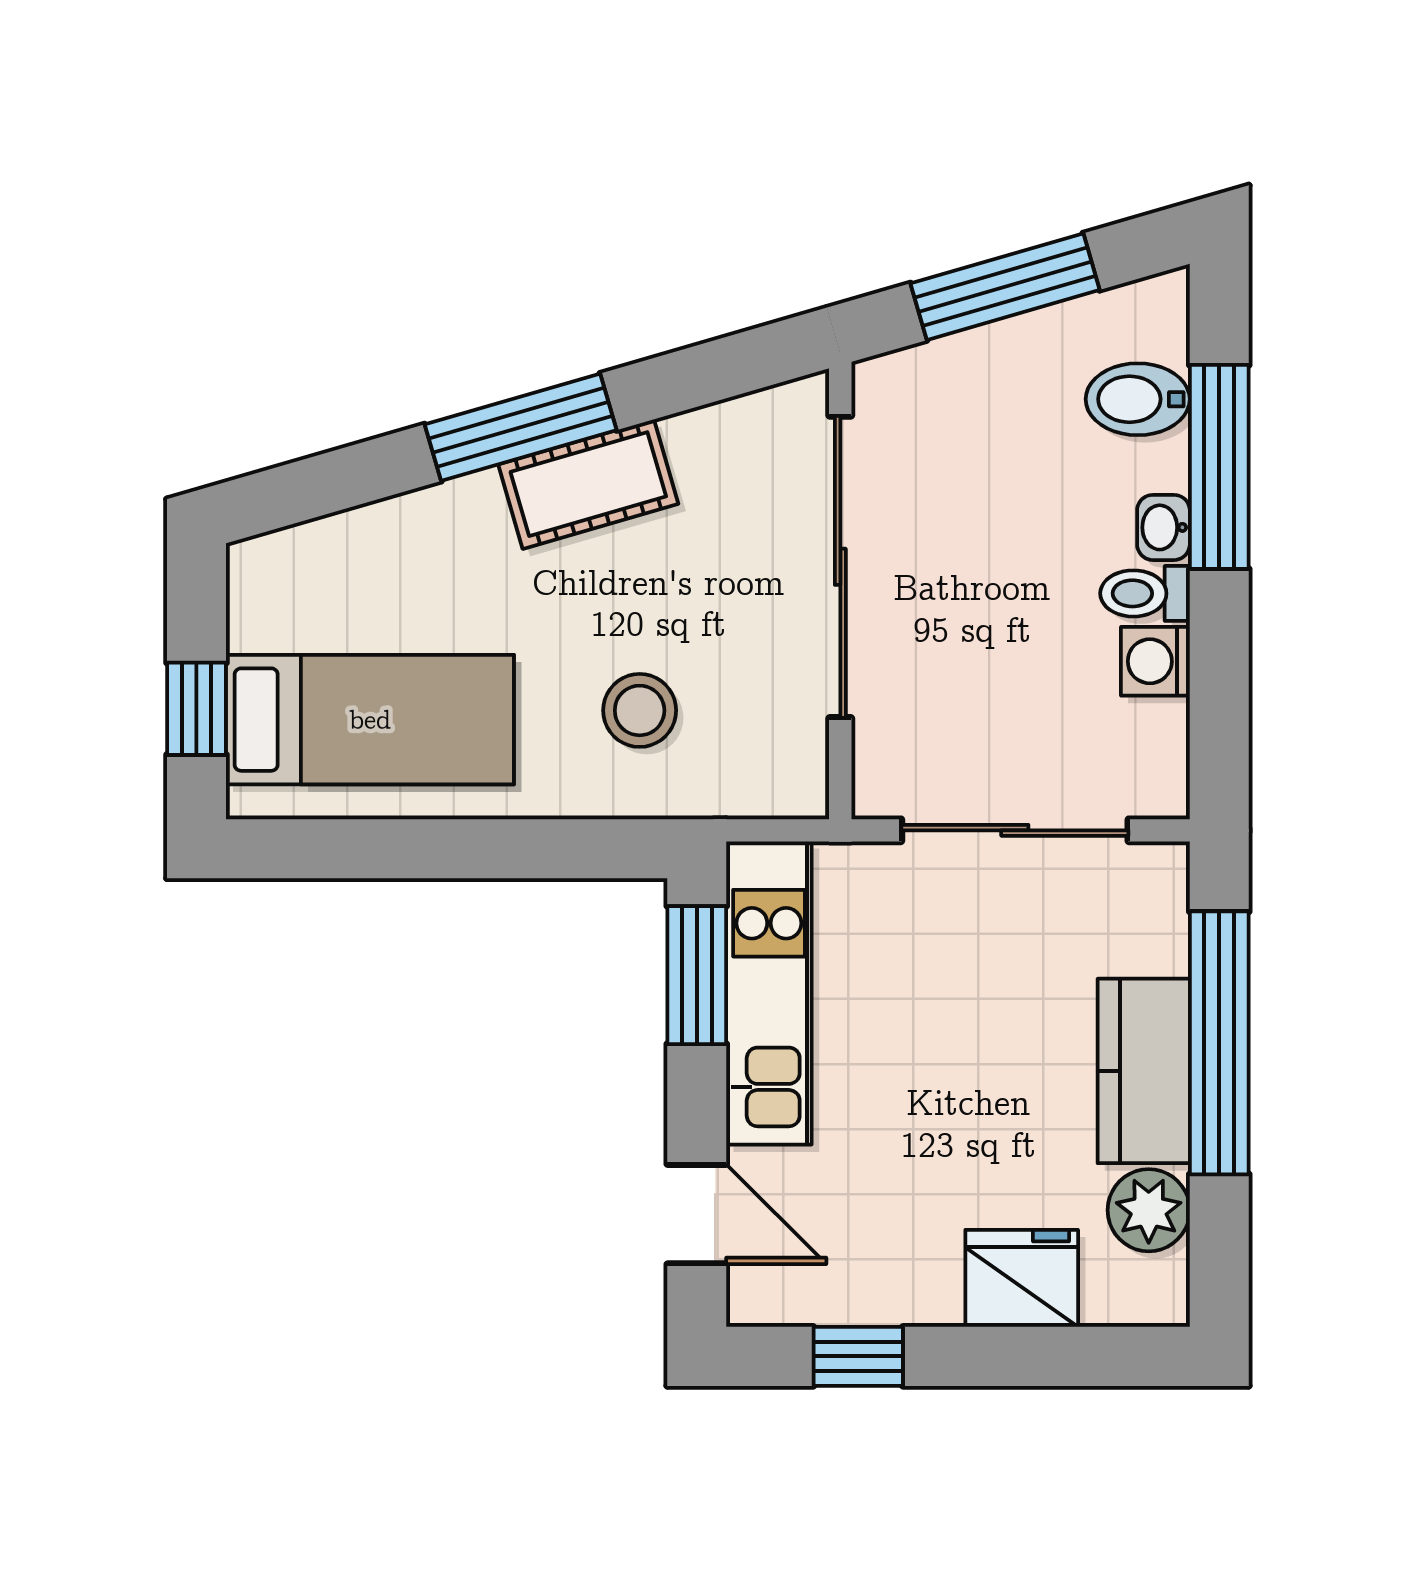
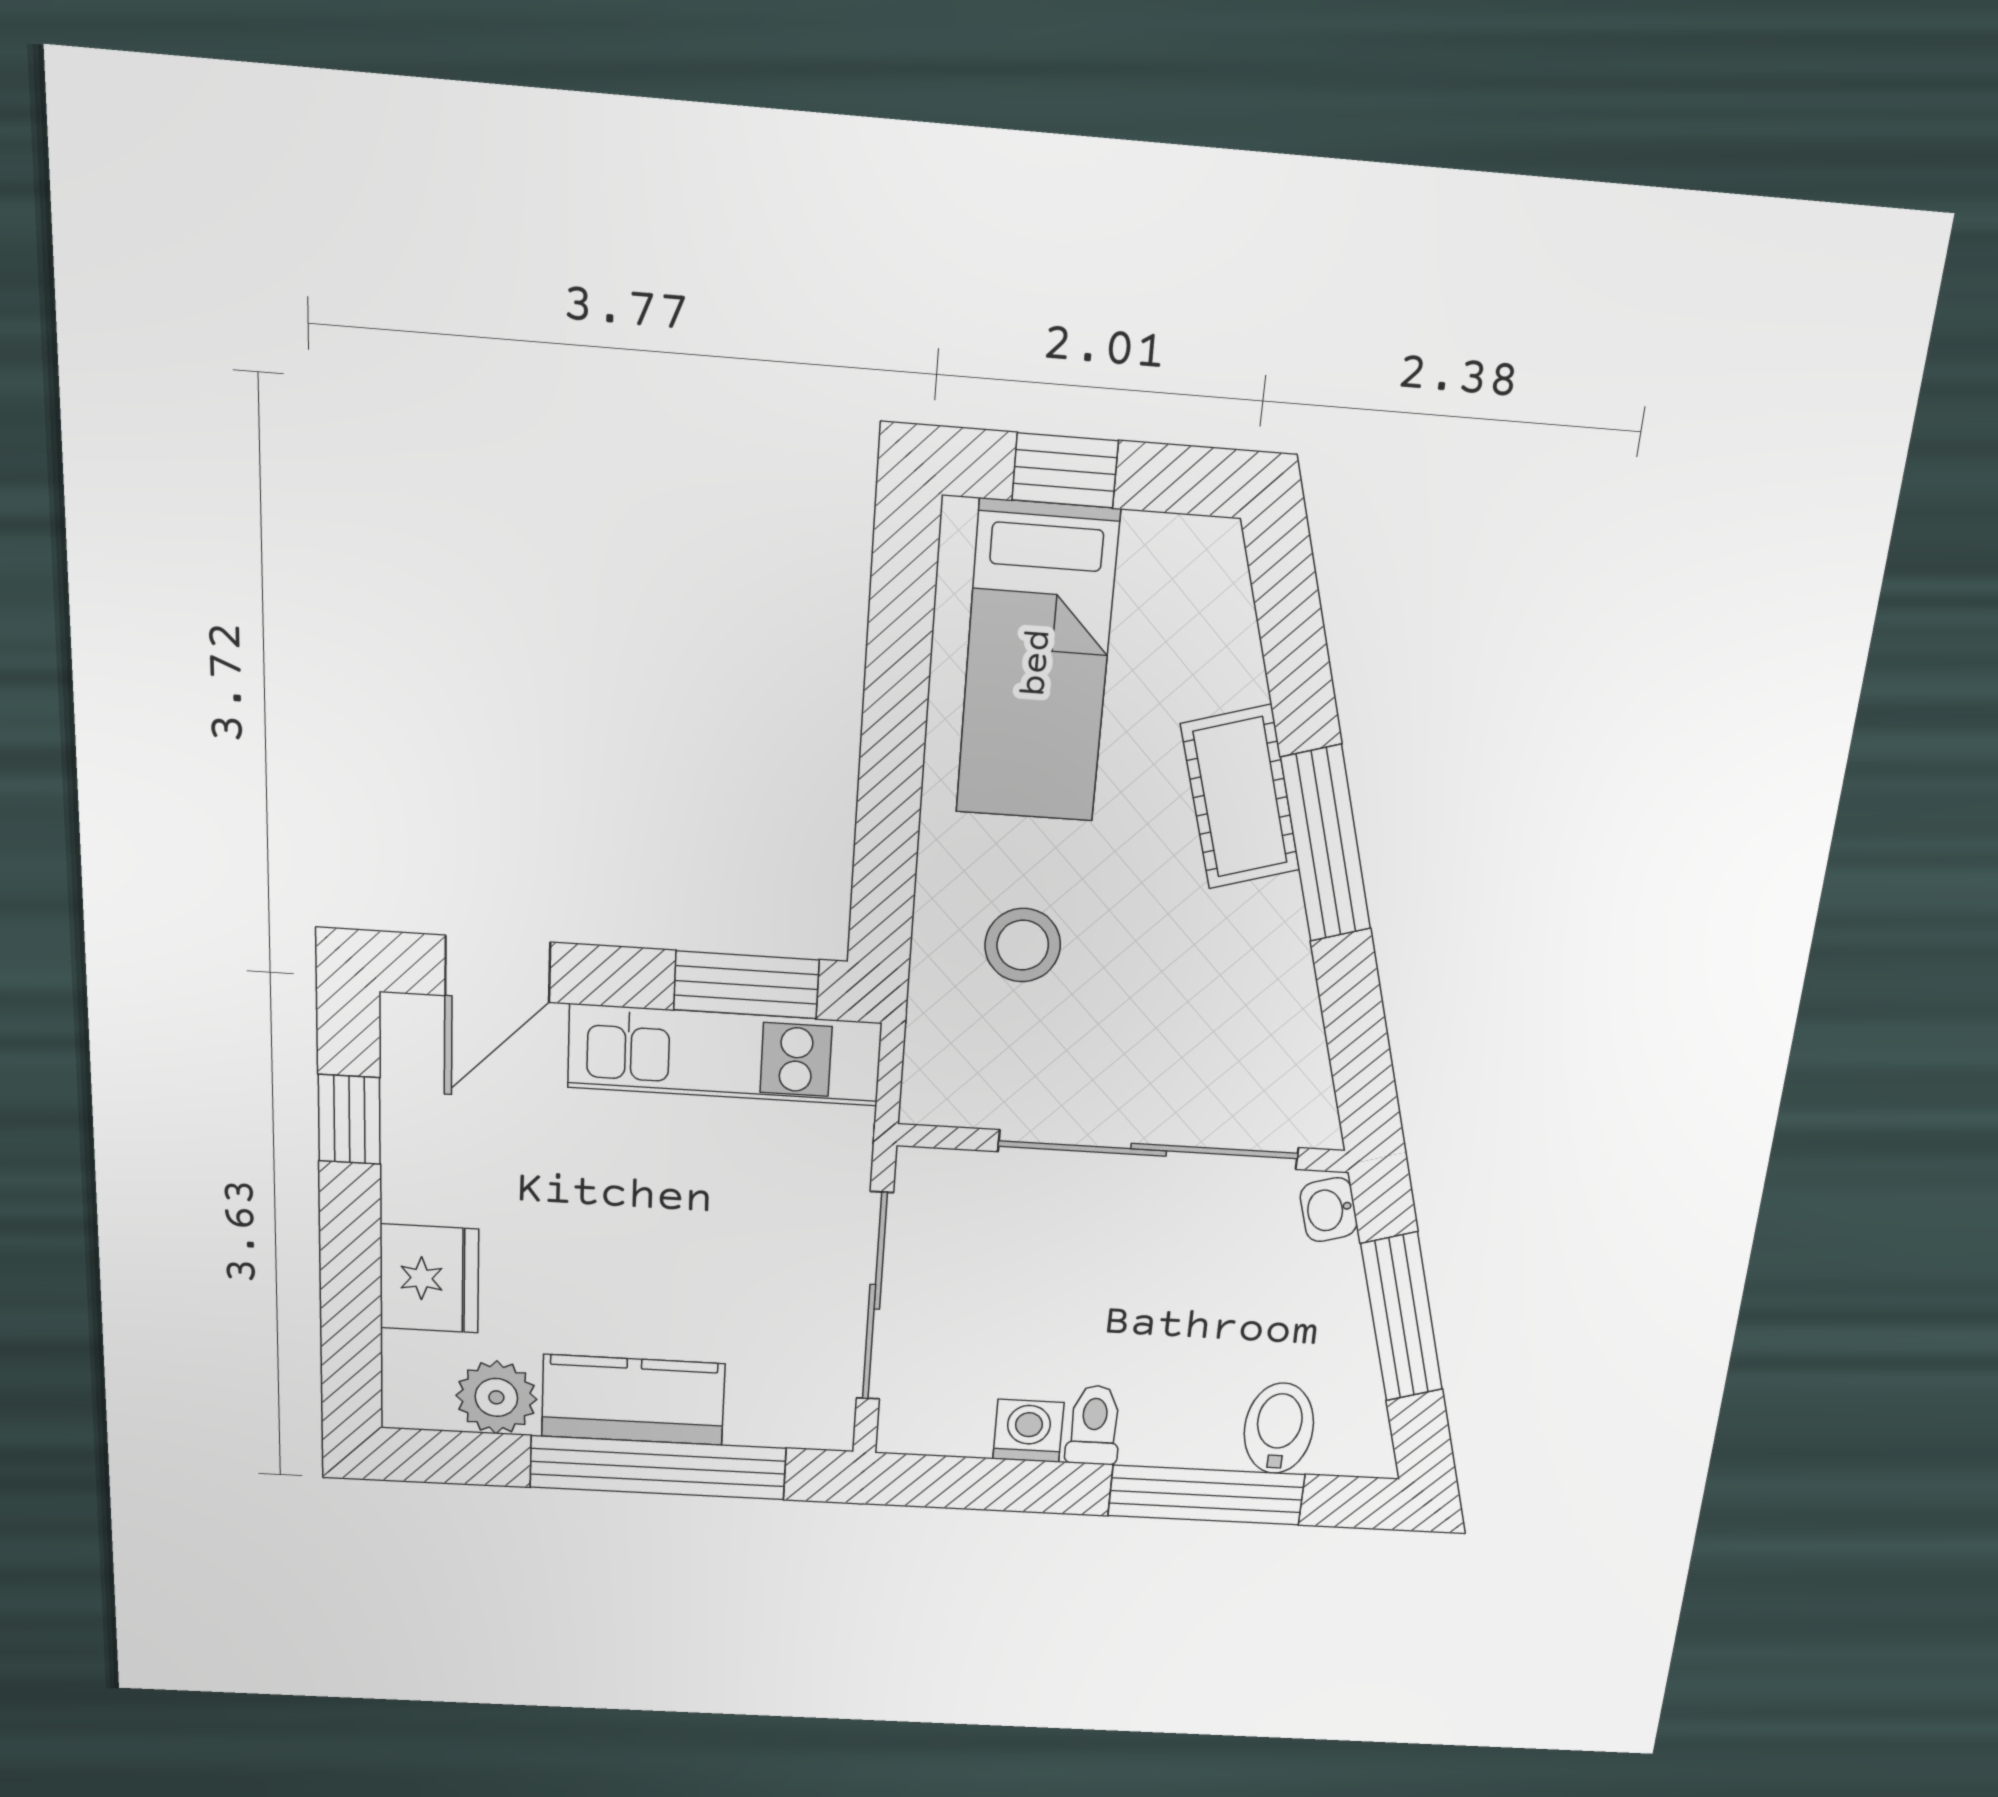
cot: (588, 484) -> (1240, 797), moved
washbasin: (1163, 527) -> (1329, 1210), moved, turned -106

